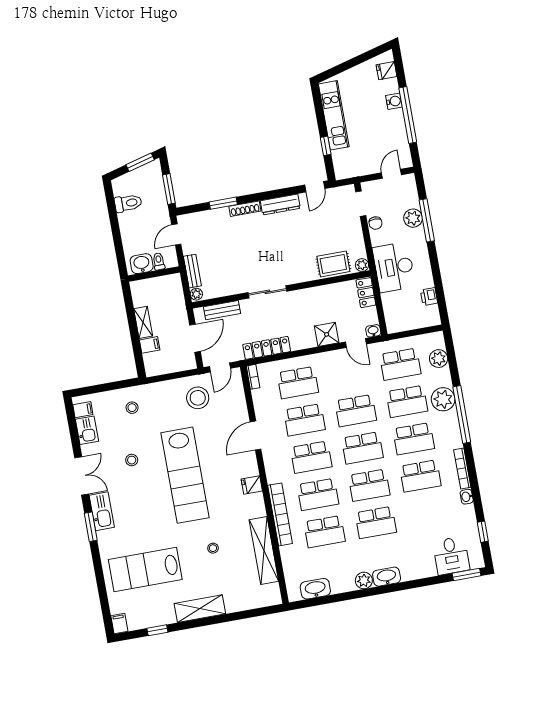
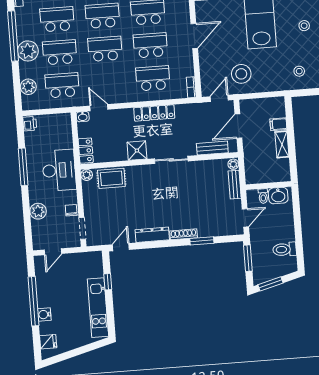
window: (427, 220) -> (23, 167), moved
printer: (429, 297) -> (30, 124), moved
shower: (327, 334) -> (137, 151), moved
locker: (267, 348) -> (154, 113), moved

